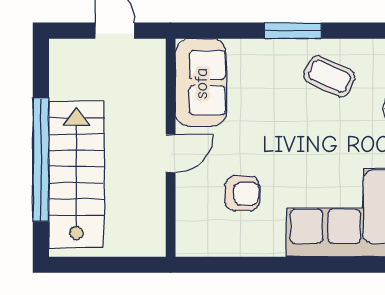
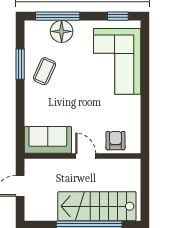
window: (293, 31) -> (20, 64), moved
armchair: (242, 193) -> (115, 141), moved

